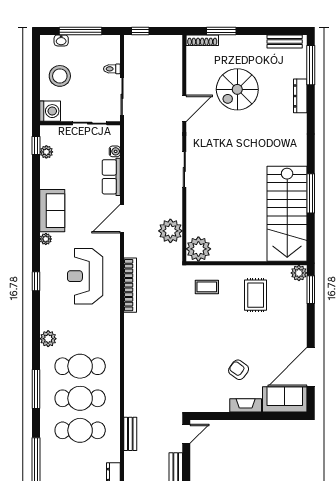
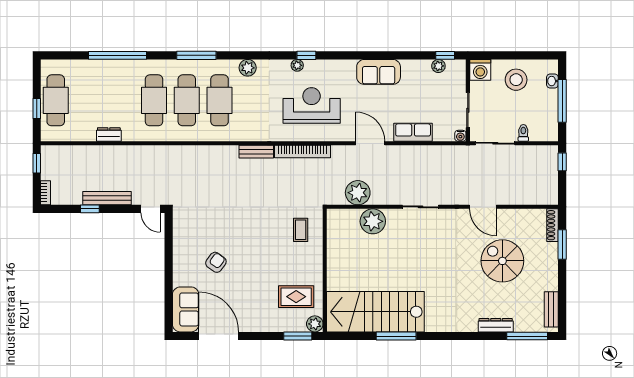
water cooler: (115, 151) -> (460, 136), moved
plant: (46, 239) -> (297, 65), moved
plant: (198, 249) -> (373, 221), moved
rug: (256, 295) -> (296, 297), moved
fireplace: (246, 405) -> (179, 269), removed
bench: (130, 434) -> (256, 152), moved

